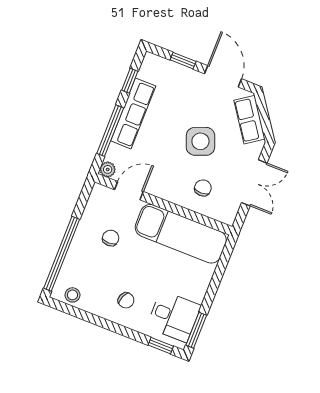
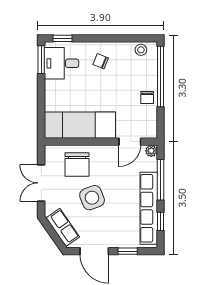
row of seats: (133, 113) -> (149, 208), width x1.36
chair: (203, 188) -> (77, 165), width x1.87, depth x1.87
chair: (111, 238) -> (147, 97), moved

